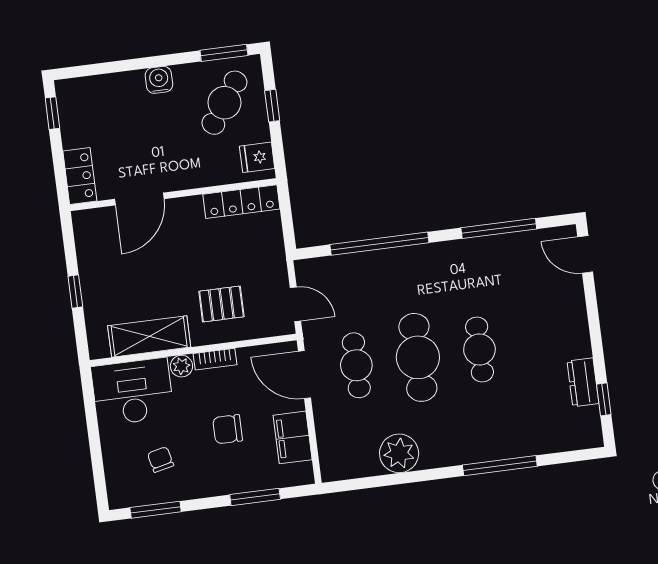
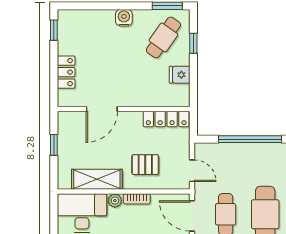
wall: (173, 195) -> (124, 109), moved
door: (139, 199) -> (102, 109), moved
locker: (241, 202) -> (166, 119), moved

